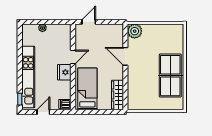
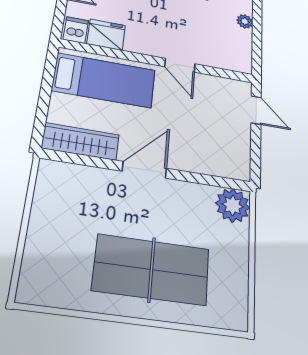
door: (125, 56) -> (144, 170), moved
fridge: (64, 72) -> (106, 35), moved
table tennis table: (170, 76) -> (151, 270), moved

